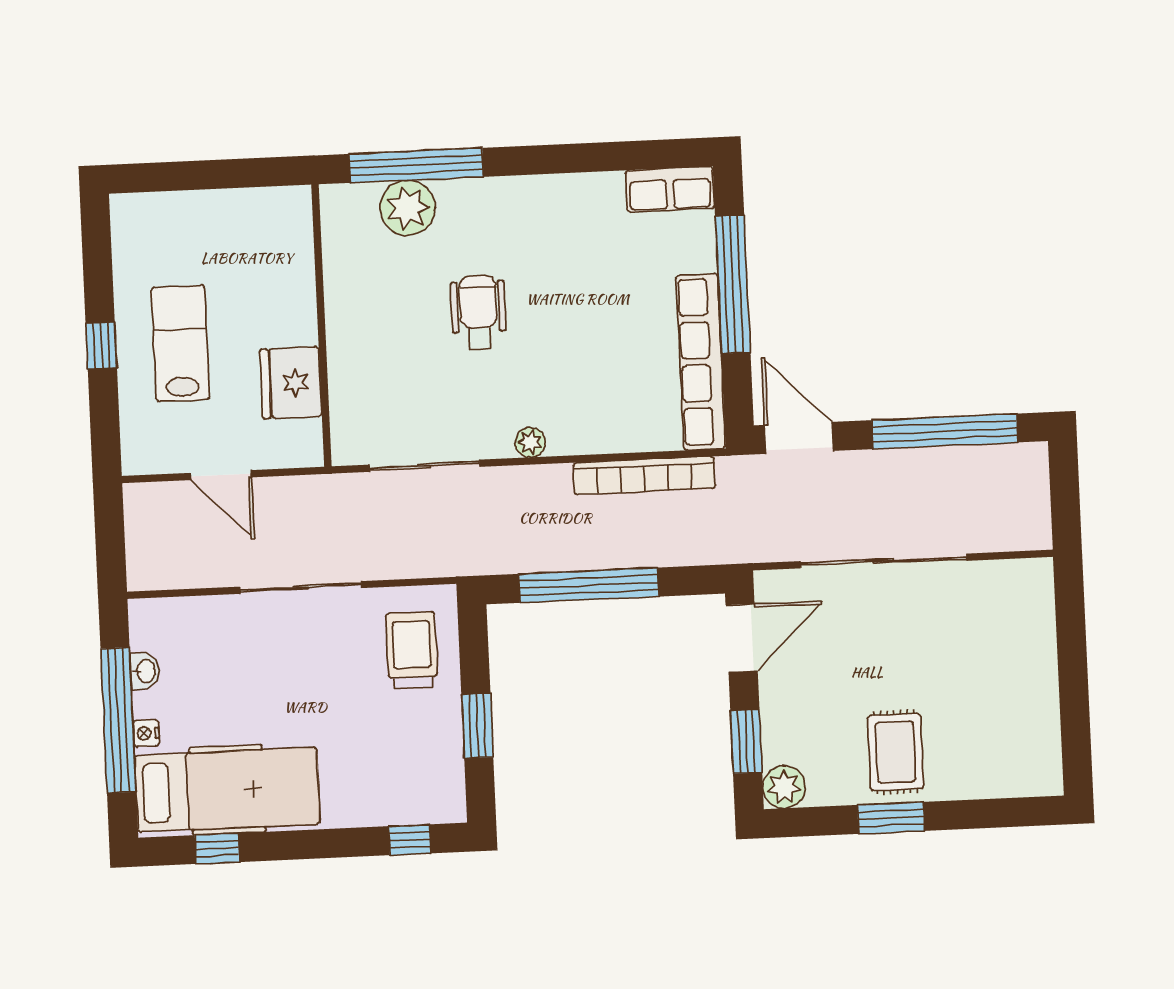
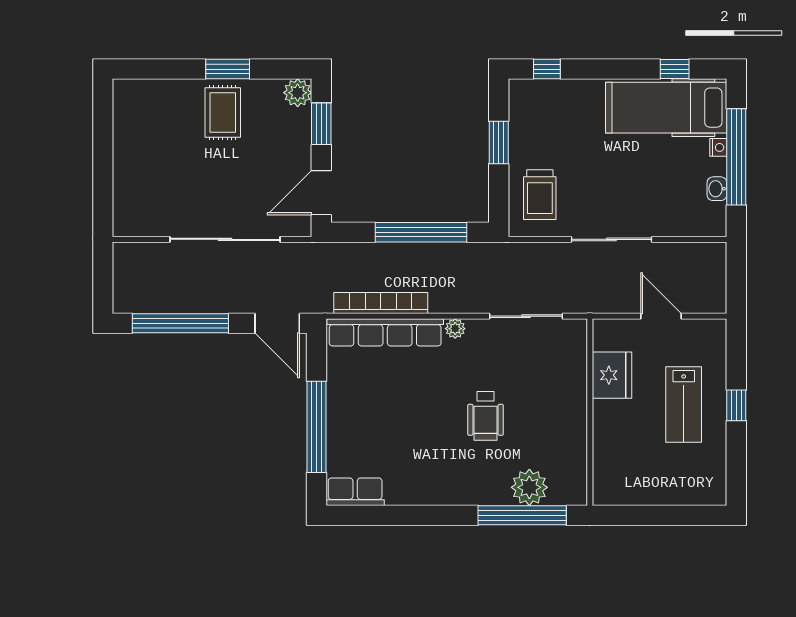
row of seats: (701, 362) -> (385, 332), moved, turned 90

